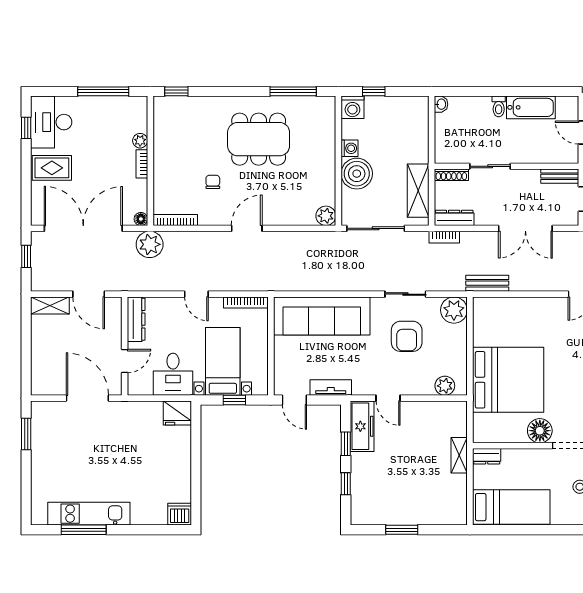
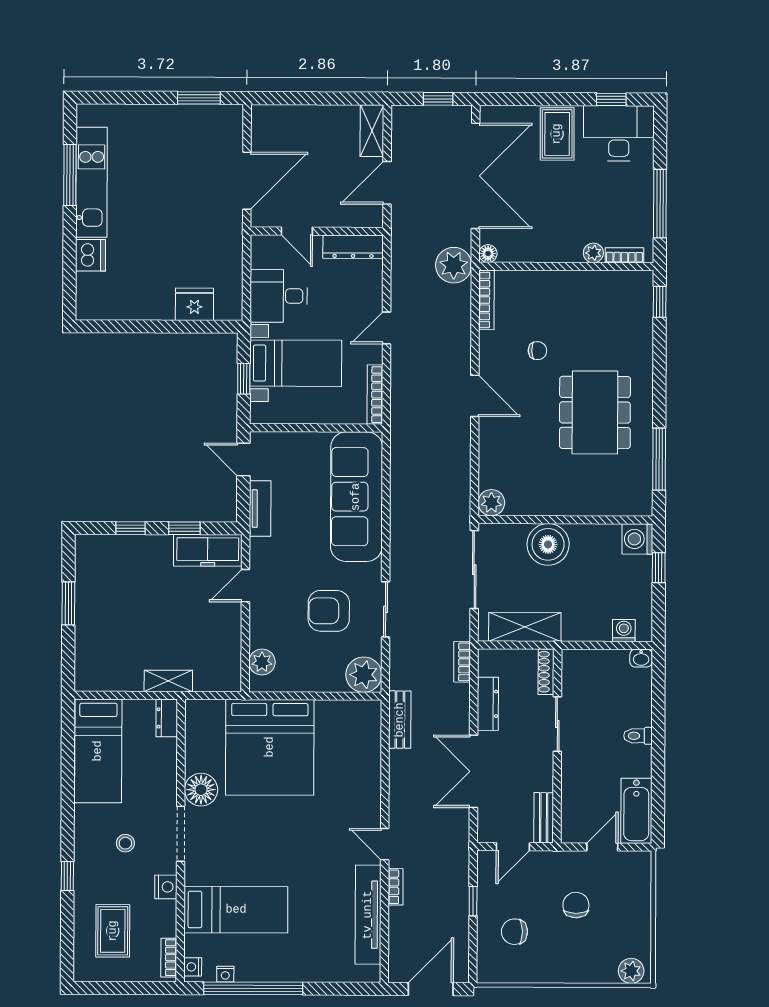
bathtub: (531, 107) -> (636, 811), moved
washing machine: (349, 148) -> (624, 631), moved, turned 180
bookcase: (142, 164) -> (624, 255), moved
dresser: (454, 218) -> (488, 704), moved
door: (294, 400) -> (243, 459), hinge flipped
fridge: (177, 413) -> (194, 304), moved, turned 90
dishwasher: (180, 514) -> (91, 255), moved

